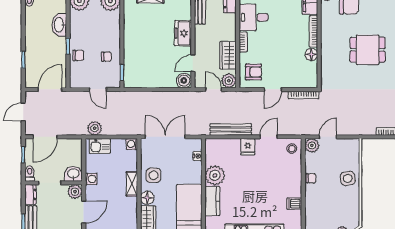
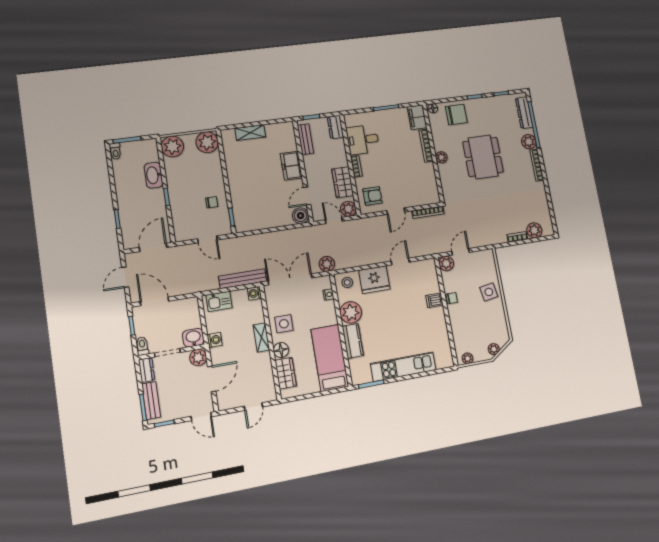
plant: (326, 45) -> (441, 157), added
dining table: (368, 50) -> (483, 157), width x1.38
floor lamp: (311, 54) -> (428, 169), removed
chair: (78, 55) -> (180, 205), removed
plant: (95, 128) -> (327, 264), moved
bench: (231, 129) -> (243, 279), moved
door: (45, 137) -> (155, 301), swing flipped
fridge: (248, 147) -> (374, 280), width x1.88, depth x1.34
stool: (292, 149) -> (347, 282), moved
dishwasher: (294, 204) -> (434, 300), moved

